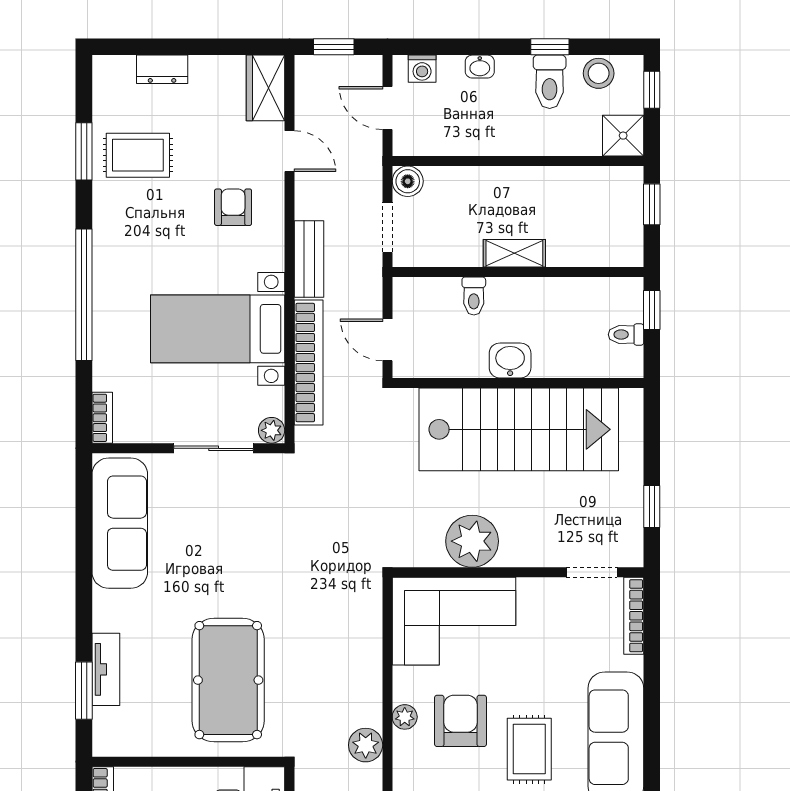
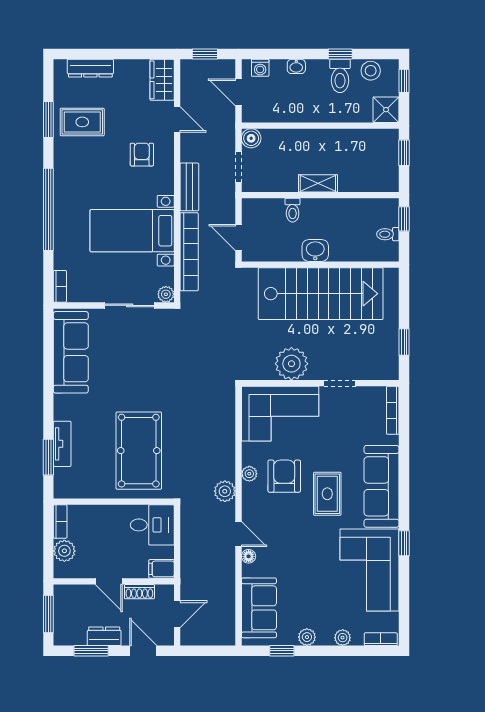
dresser: (162, 69) -> (90, 68), width x1.44
doorway: (592, 572) -> (340, 383), moved

